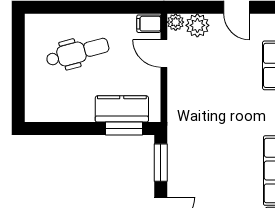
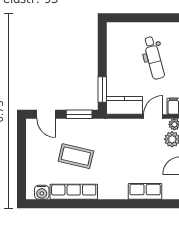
kitchen counter: (122, 109) -> (125, 105), moved, turned -90
coffee table: (222, 167) -> (76, 156), added

